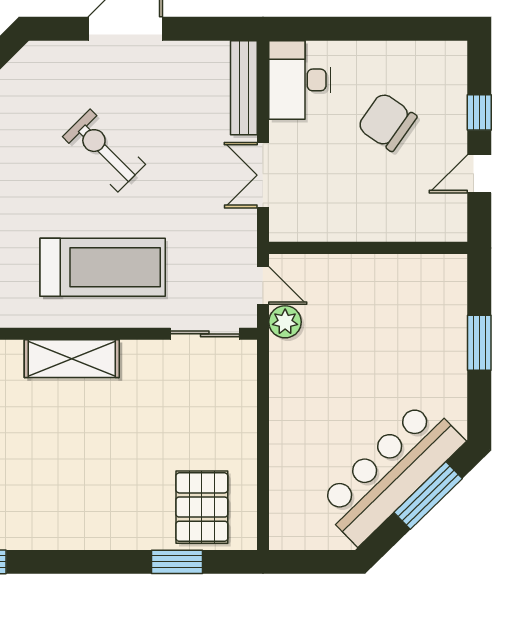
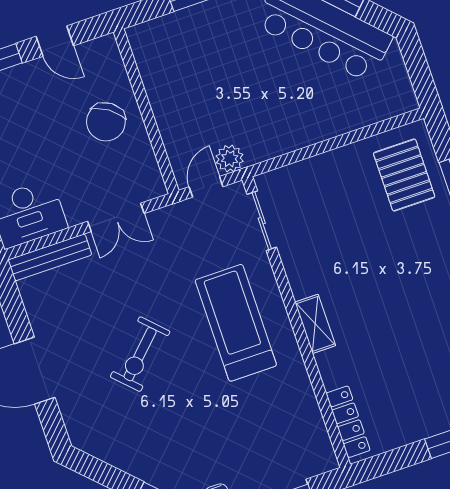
chair: (387, 122) -> (106, 122), moved
shelving: (72, 359) -> (315, 324), width x0.67, depth x0.75
pallet: (202, 507) -> (404, 175), turned 90

